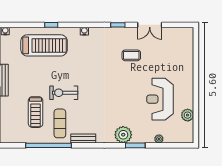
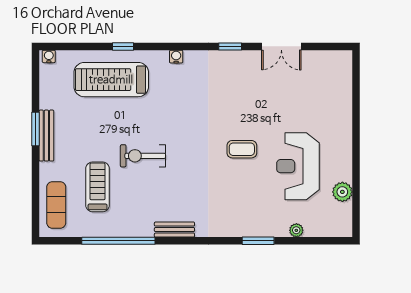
treadmill: (44, 45) -> (111, 80), turned 180
coffee table: (131, 55) -> (242, 149), moved
treadmill: (36, 112) -> (98, 187), turned 180
exercise mat: (60, 123) -> (56, 205), moved
plant: (123, 135) -> (239, 223), removed

